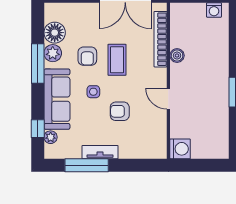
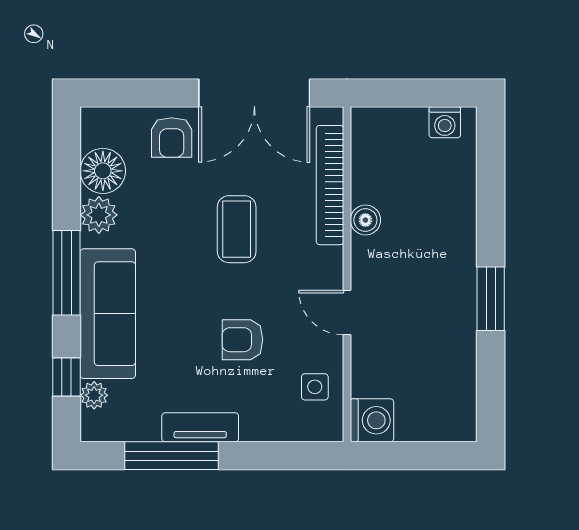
armchair: (87, 56) -> (172, 137), moved
window: (38, 63) -> (66, 273), moved
side table: (93, 92) -> (315, 387), moved

